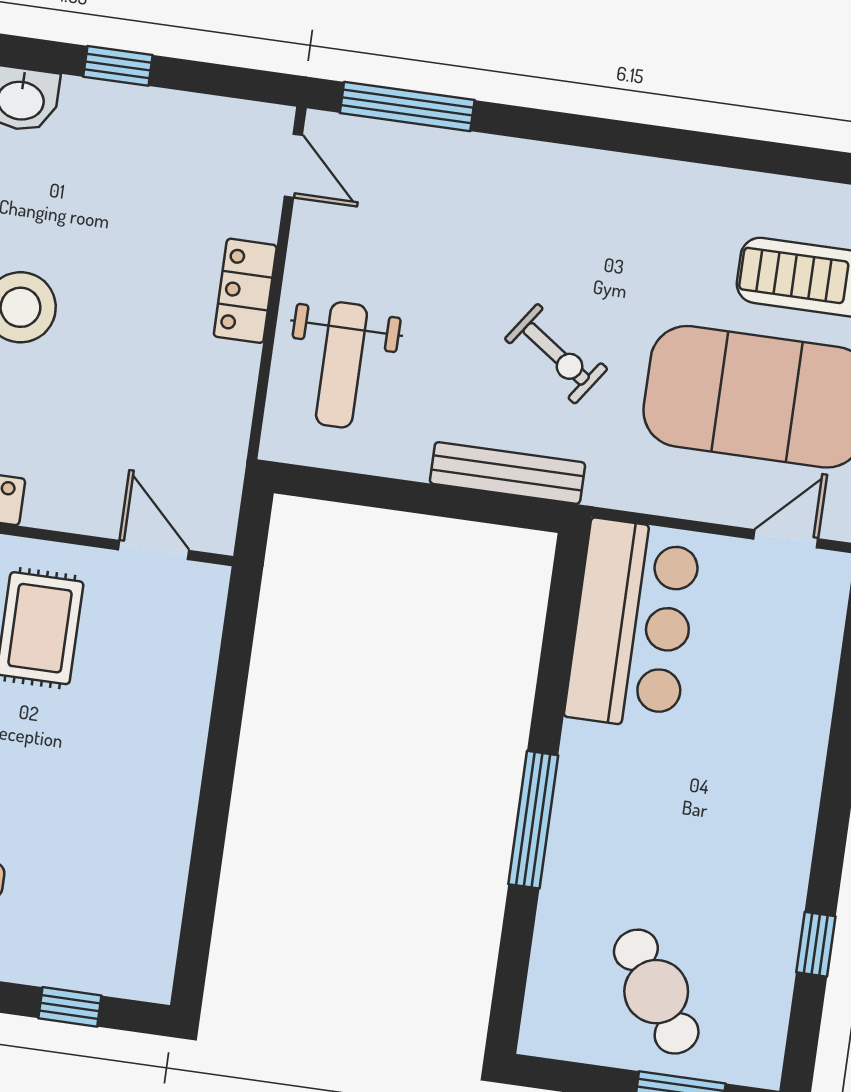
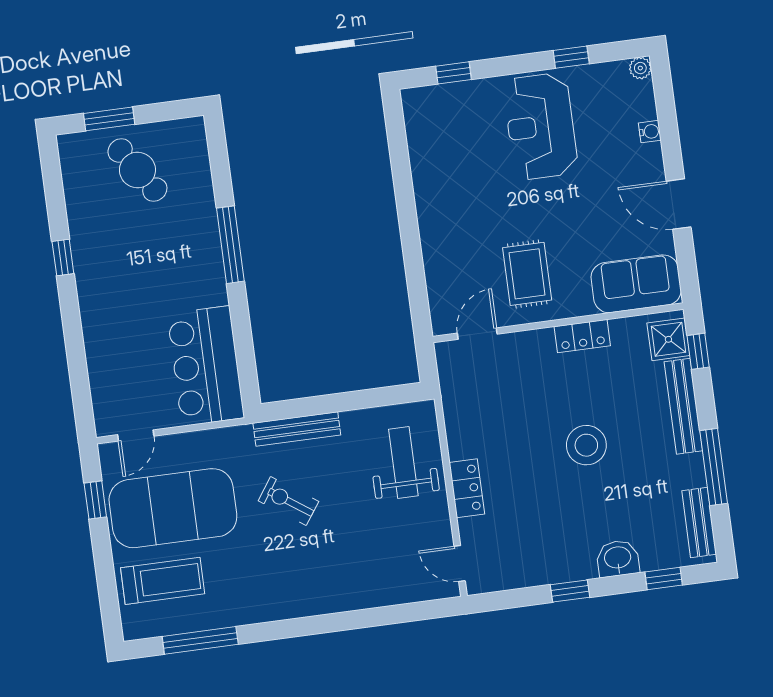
window: (407, 106) -> (200, 640), moved
door: (154, 550) -> (477, 334), swing flipped
window: (816, 944) -> (63, 257), moved

